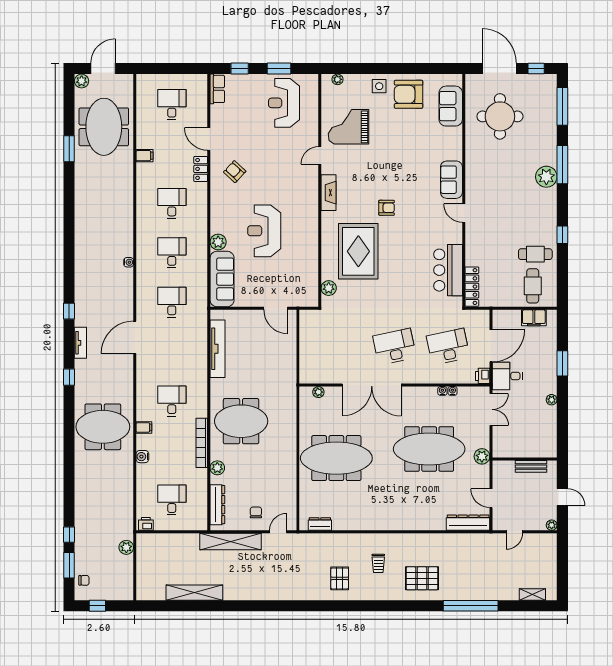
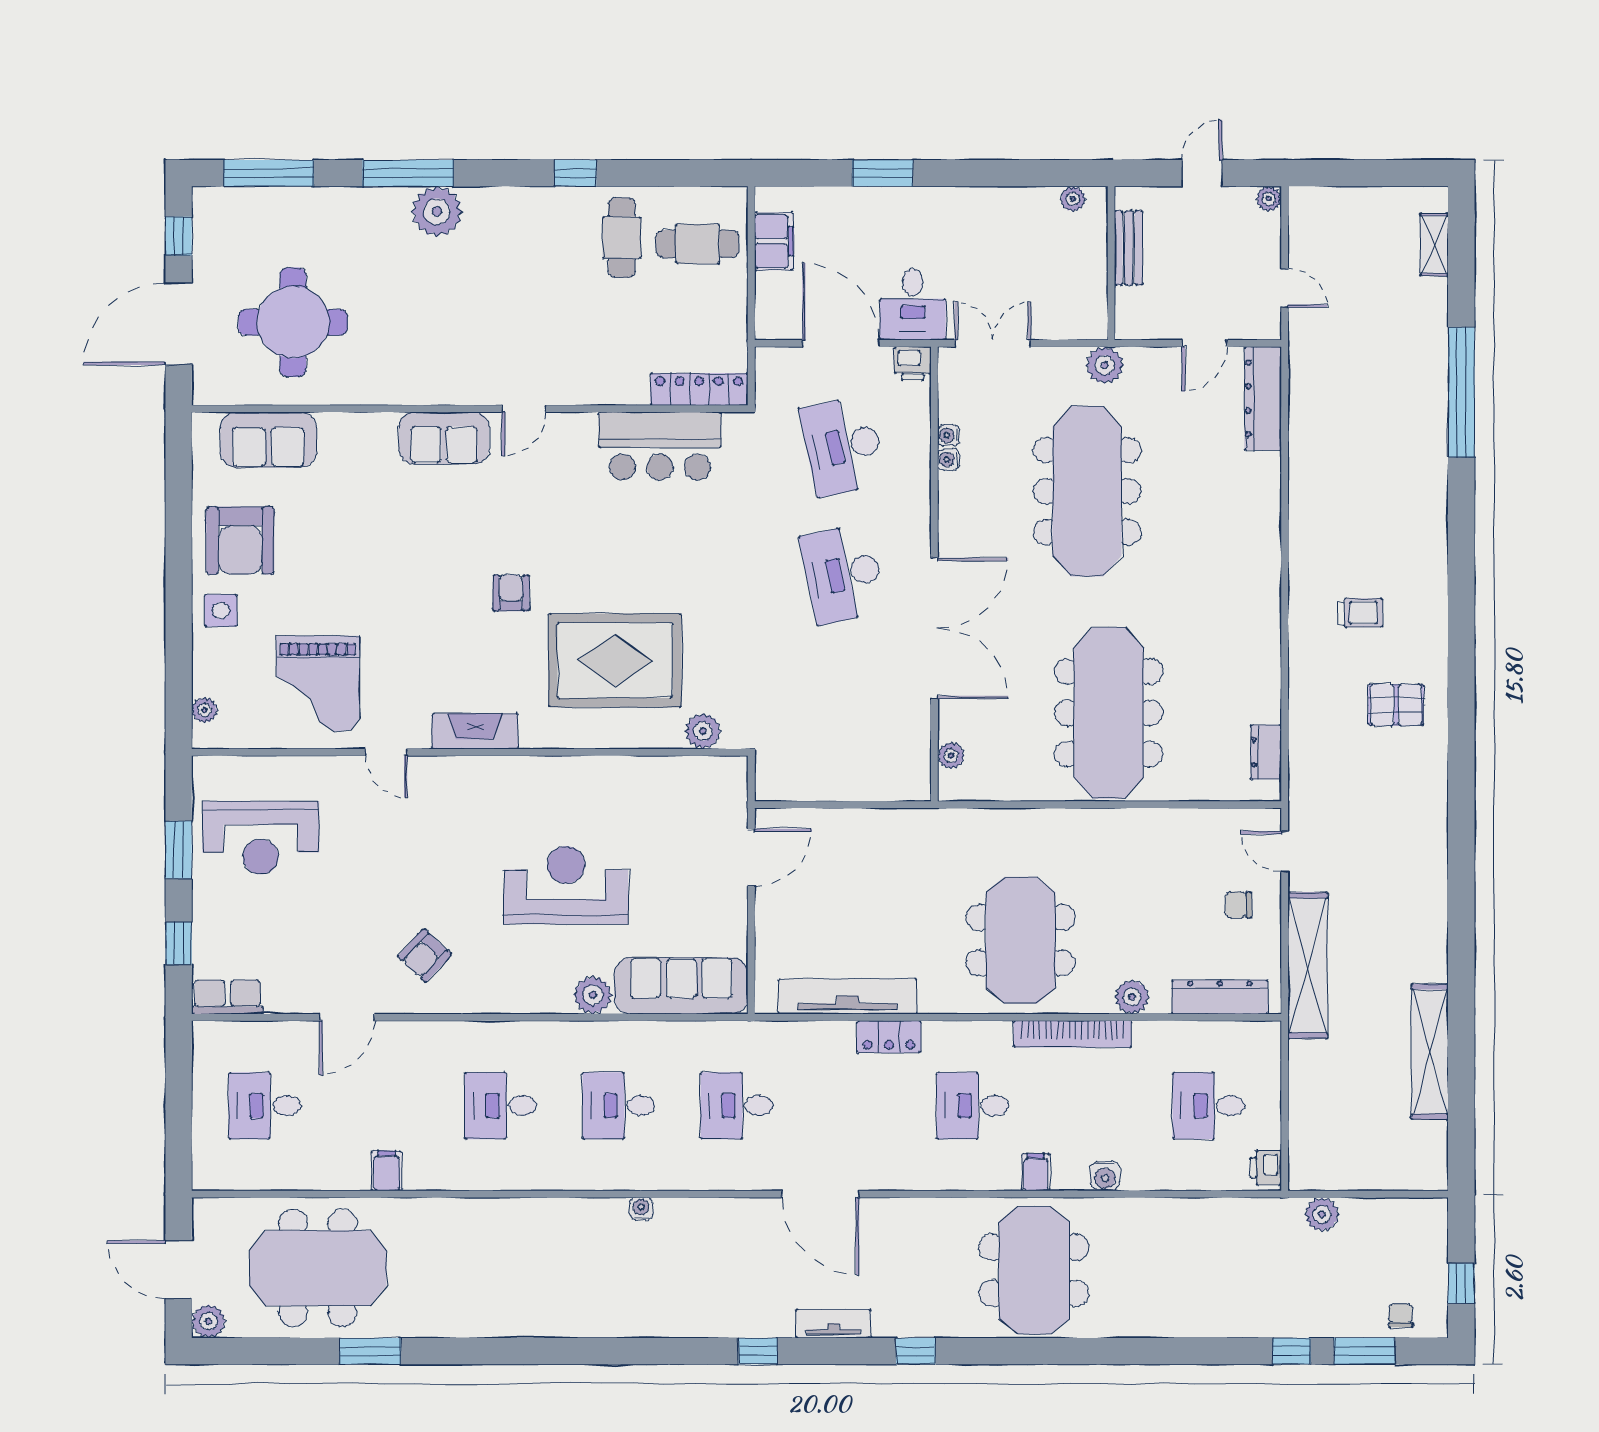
locker: (201, 169) -> (889, 1037), moved
reception desk: (264, 231) -> (566, 885), turned 180
plant: (552, 400) -> (1073, 199), moved
pallet: (422, 578) -> (1396, 508), removed

